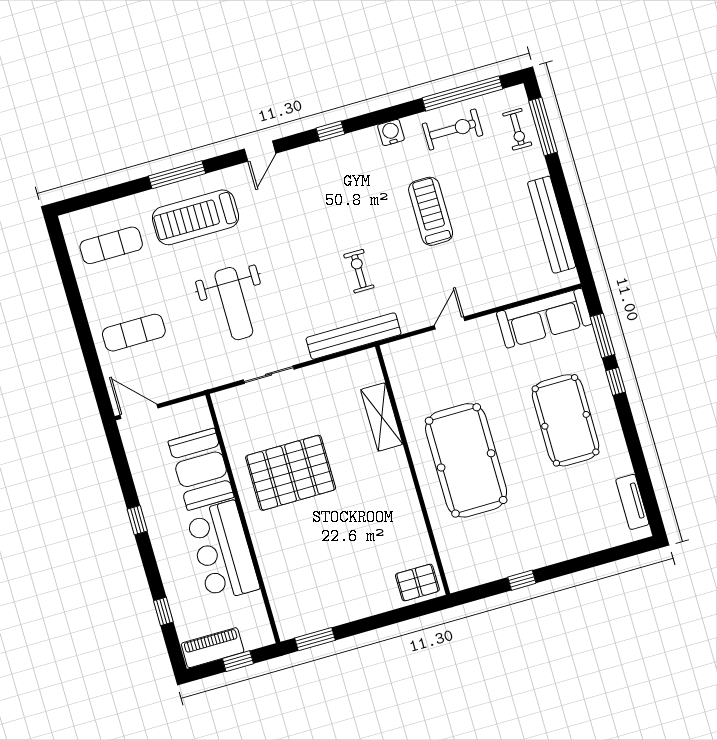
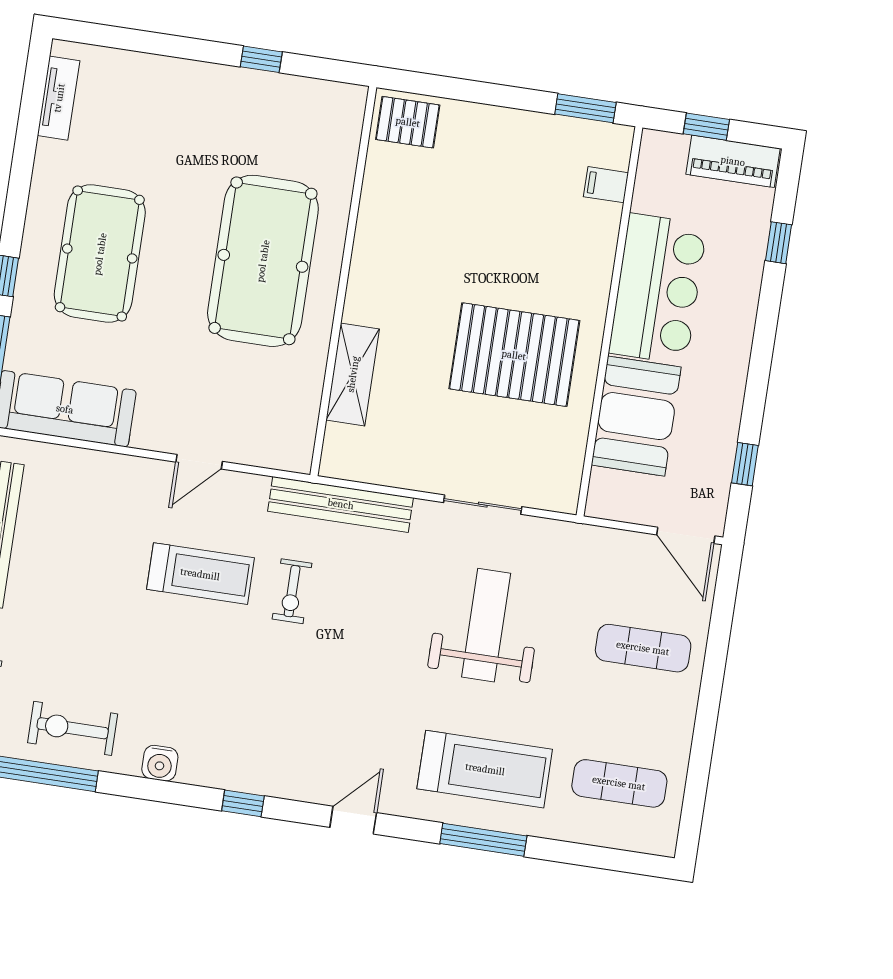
treadmill: (431, 211) -> (200, 574), moved, turned -90
window: (137, 520) -> (745, 464), moved
filing cabinet: (282, 599) -> (606, 185), added

